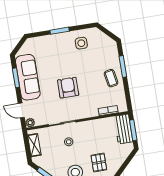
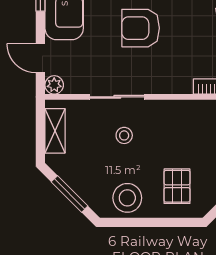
armchair: (68, 88) -> (141, 28), turned -90

